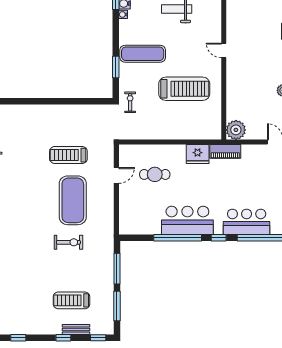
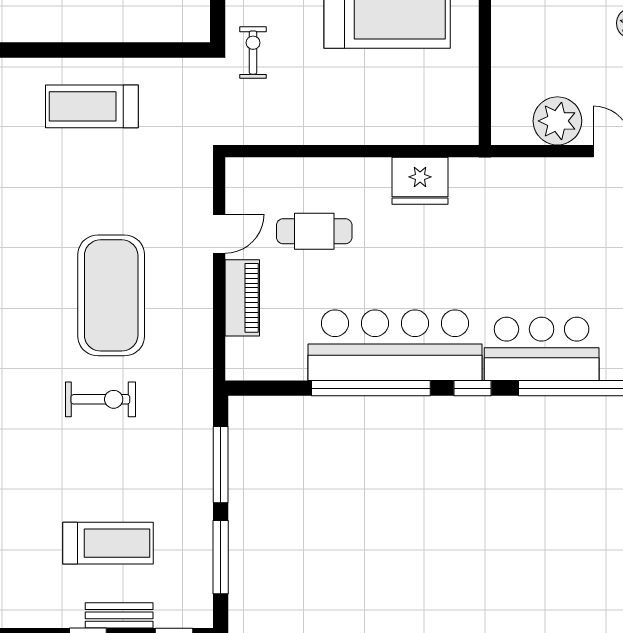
plant: (236, 130) -> (557, 121), moved
piano: (225, 151) -> (242, 298), moved, turned -90
treadmill: (68, 155) -> (92, 106), moved
bar counter: (187, 220) -> (395, 345), width x1.36
treadmill: (71, 300) -> (108, 543), turned 180

